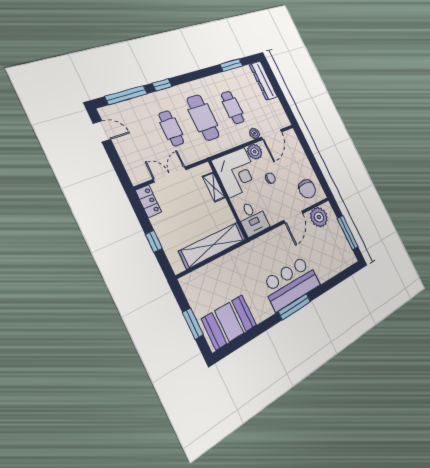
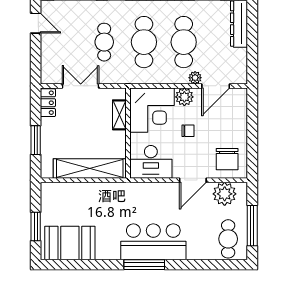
cafe table: (233, 108) -> (184, 42), width x1.37, depth x1.35
desk: (253, 218) -> (151, 162), width x1.37
window: (154, 241) -> (36, 140), width x1.50
cafe table: (339, 252) -> (228, 239), added

